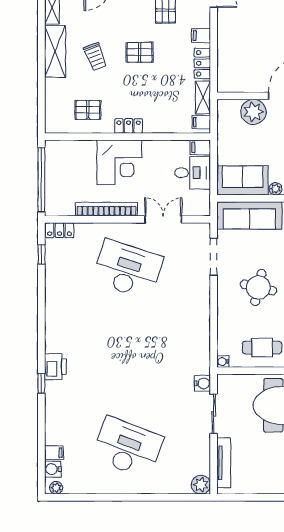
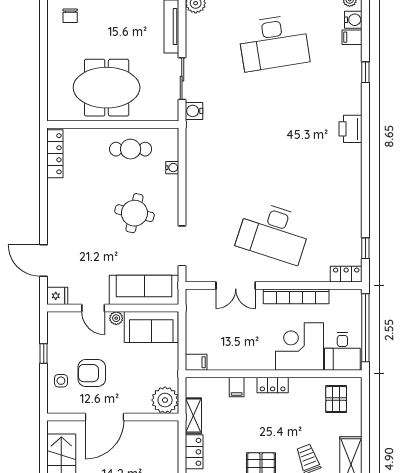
pallet: (88, 110) -> (336, 399), moved, turned 90
plant: (253, 112) -> (165, 400), moved
filing cabinet: (201, 122) -> (237, 387), moved, turned 90
corner desk: (119, 162) -> (300, 346), moved
desk: (193, 173) -> (342, 351), moved, turned -90
water cooler: (223, 362) -> (172, 168), moved
window: (41, 383) -> (365, 72), moved
desk: (128, 448) -> (274, 43), turned -30

